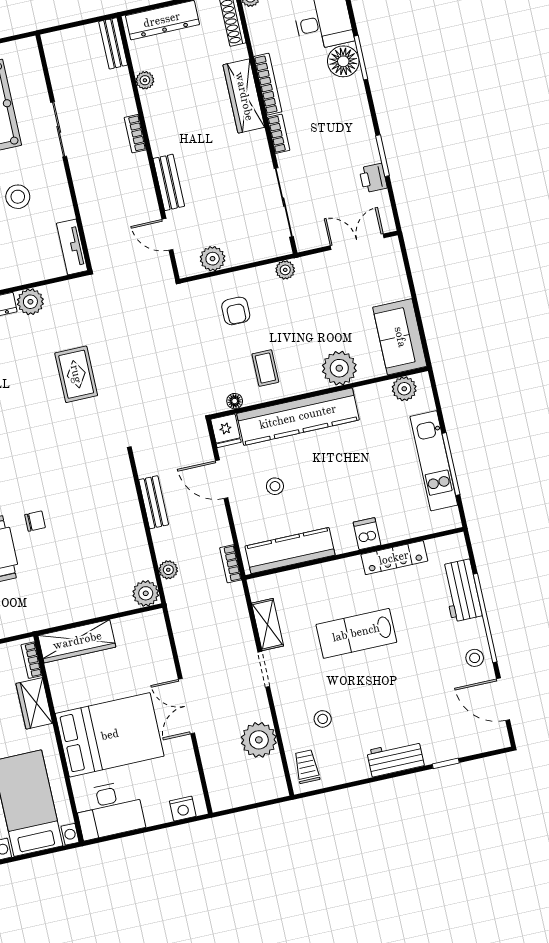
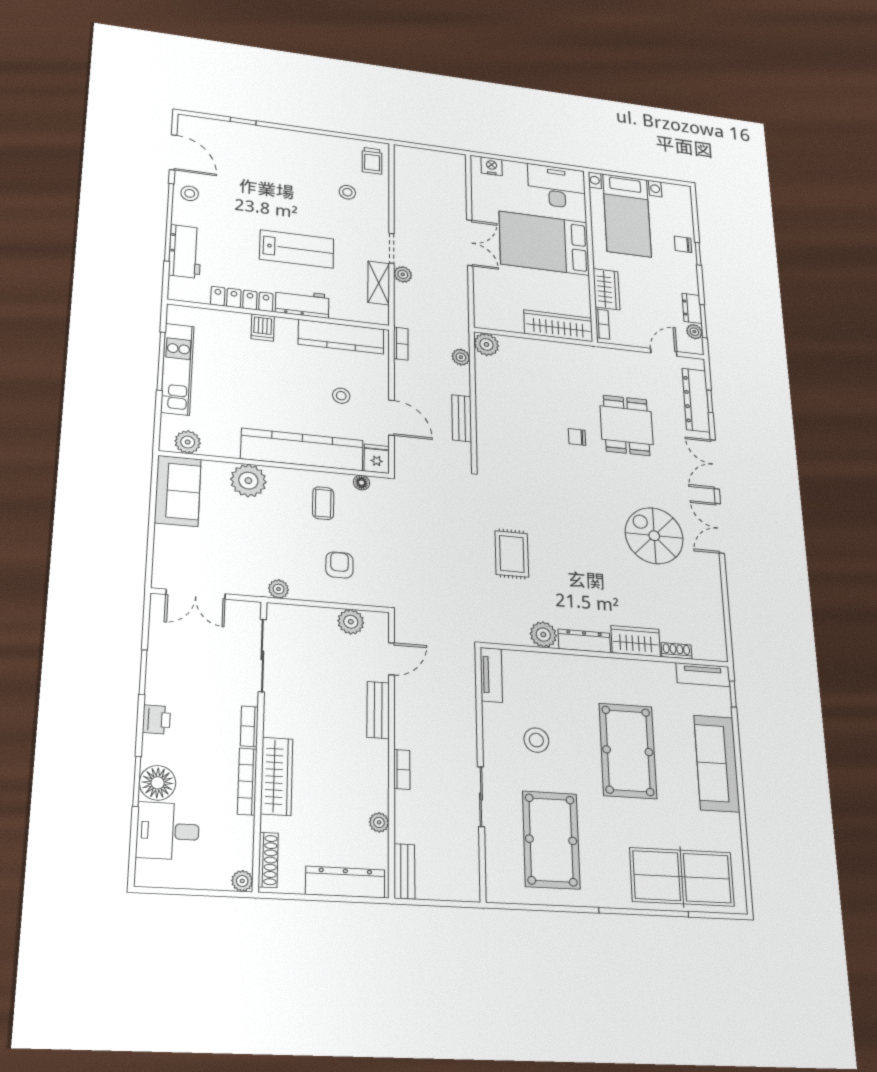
printer: (373, 178) -> (156, 720), moved
door: (167, 234) -> (391, 659), hinge flipped
plant: (259, 740) -> (403, 274), moved, width x0.53, depth x0.53
workbench: (395, 758) -> (302, 303), moved, turned 180

